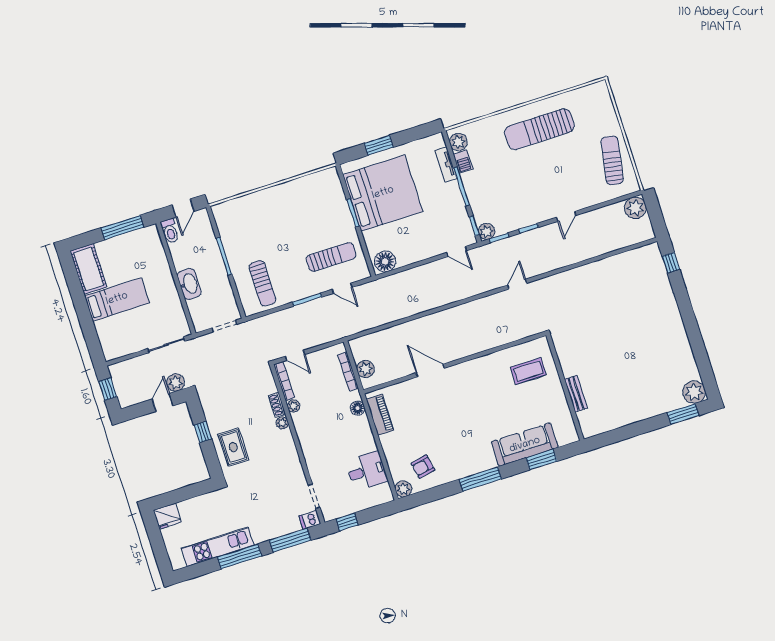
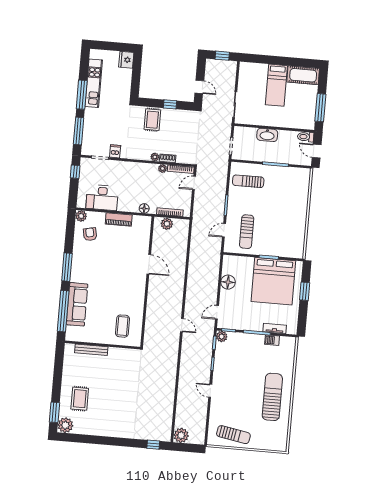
plant: (458, 142) -> (286, 342), removed
plant: (635, 208) -> (181, 435), moved
floor lamp: (385, 262) -> (228, 282), moved
door: (517, 284) -> (182, 325), moved
door: (430, 371) -> (149, 264), hinge flipped
plant: (176, 383) -> (208, 100), removed
rug: (650, 388) -> (80, 399), added
bench: (576, 394) -> (91, 350), width x1.36
piano: (380, 415) -> (119, 219), moved
rug: (233, 447) -> (152, 120), turned 90
window: (542, 459) -> (63, 311), width x2.11
desk: (367, 471) -> (102, 198), width x1.37
dishwasher: (310, 520) -> (115, 151), moved

